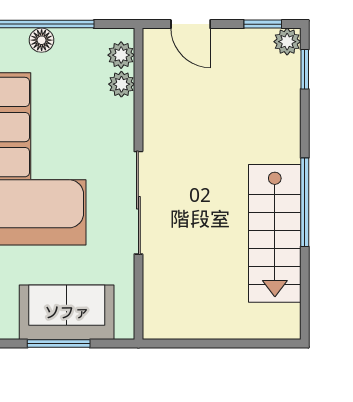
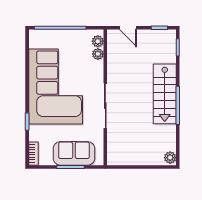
floor lamp: (42, 40) -> (63, 35), removed
plant: (287, 42) -> (170, 158), moved
stairs: (275, 233) -> (165, 94), moved

